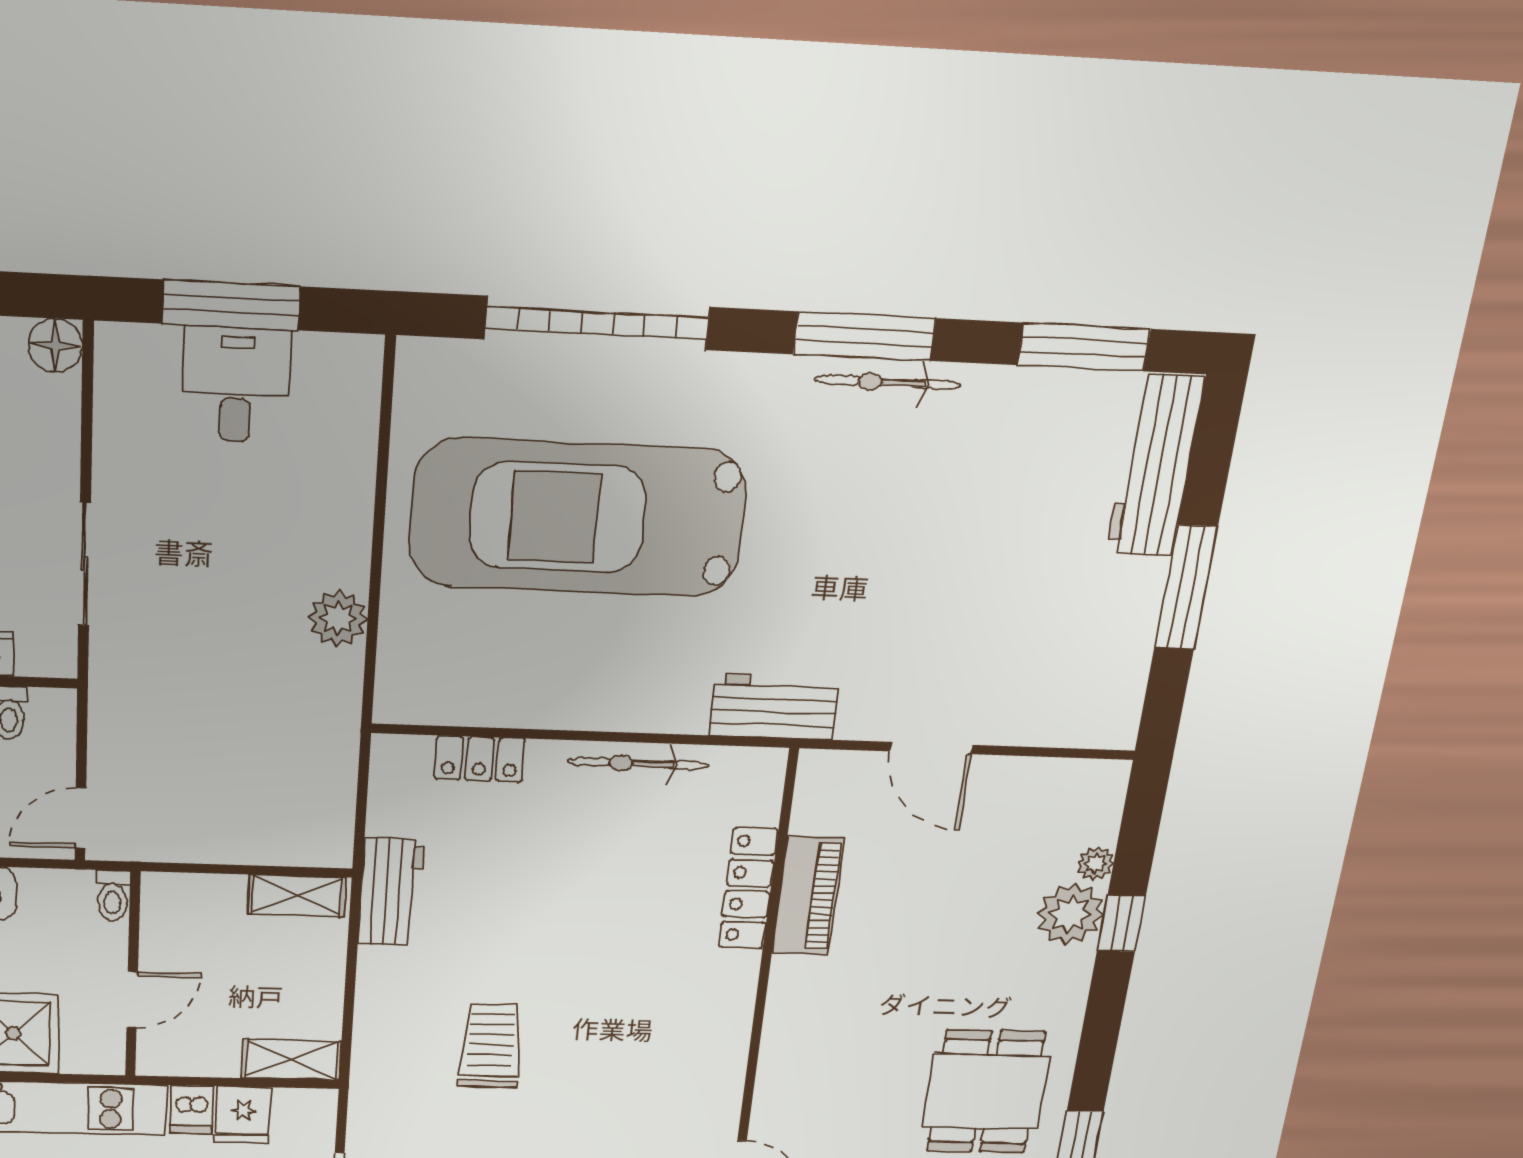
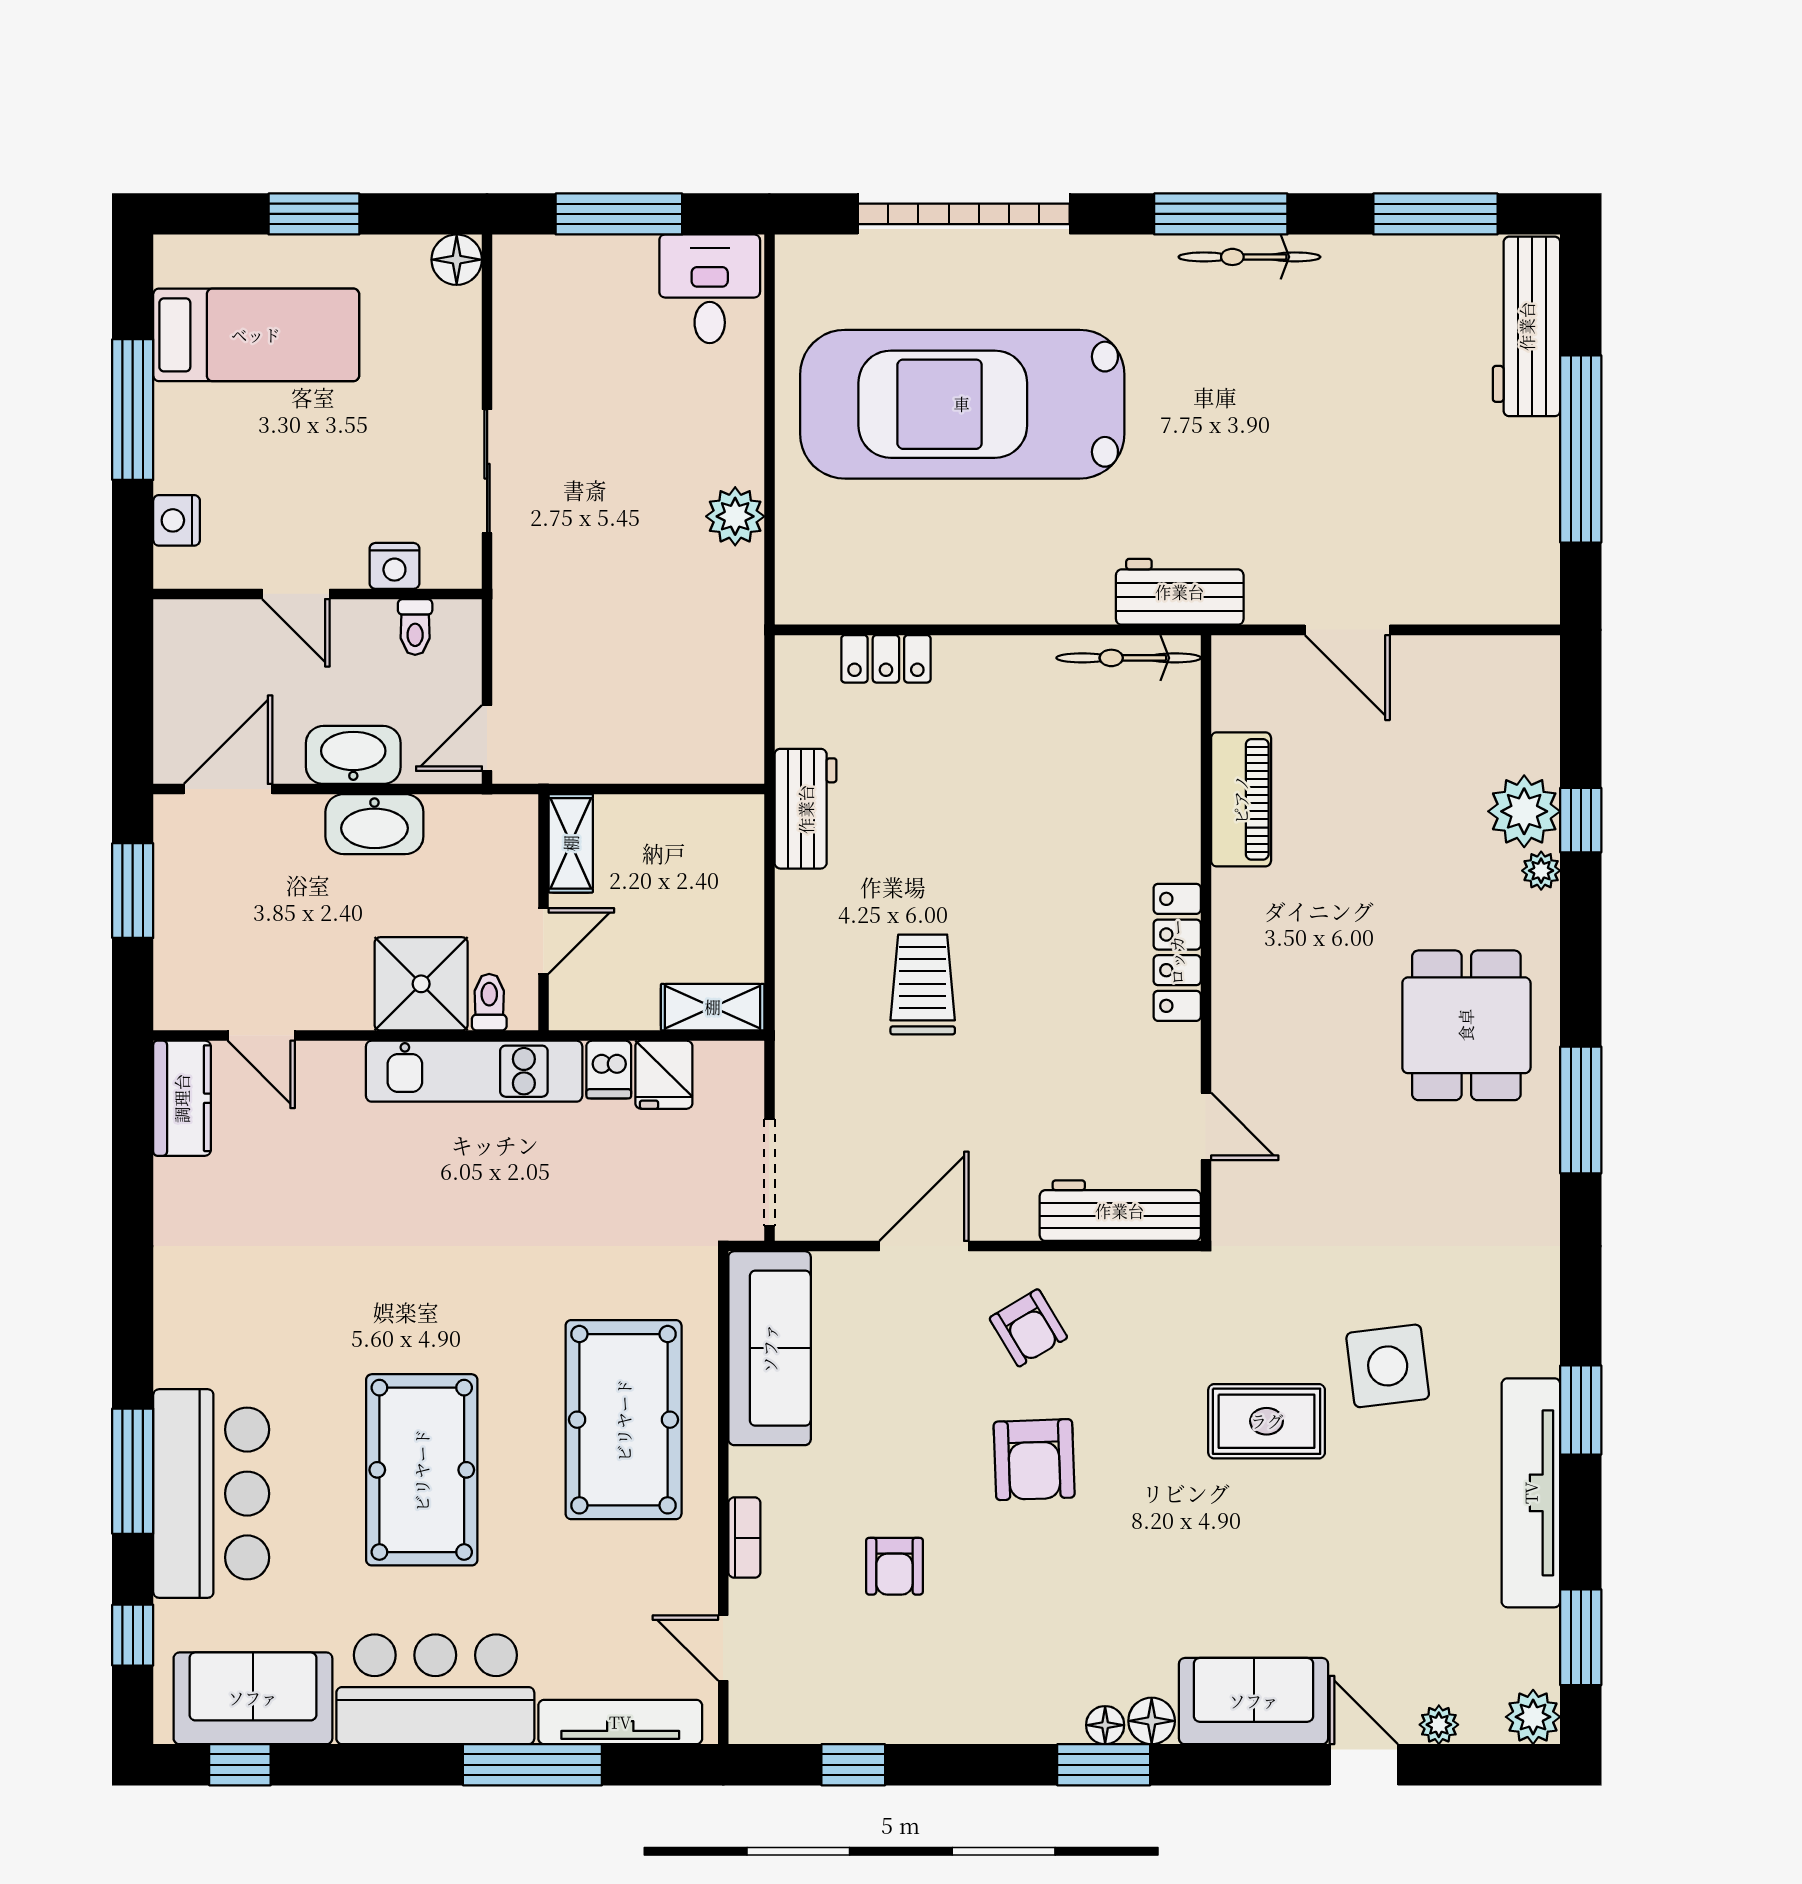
desk: (236, 385) -> (710, 289), moved
window: (1186, 588) -> (1581, 449), width x1.46
bicycle: (638, 764) -> (1129, 658), moved
plant: (1096, 863) -> (1541, 871), moved
locker: (748, 888) -> (1177, 952), moved
toilet: (113, 896) -> (489, 1002), moved, turned 180
shelving: (297, 896) -> (571, 843), moved, turned 90

